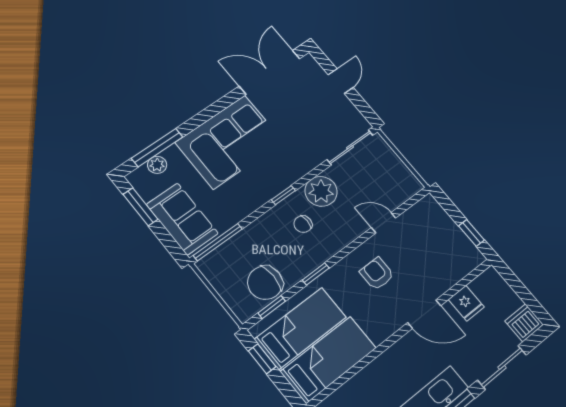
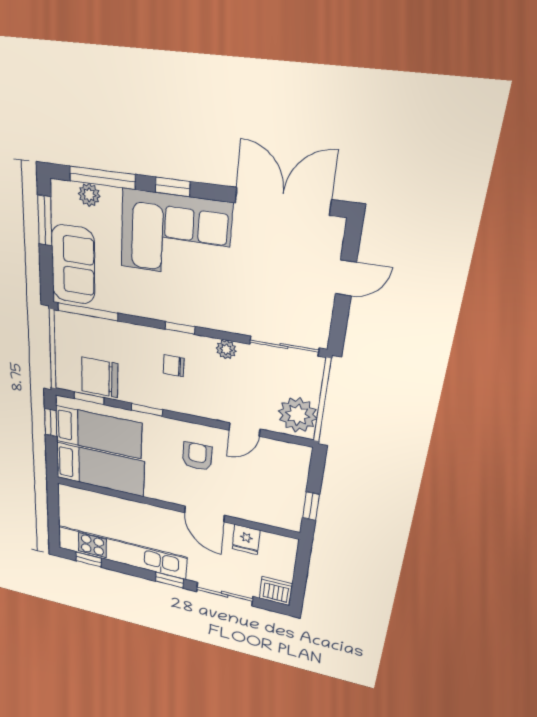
window: (204, 117) -> (173, 187), added
plant: (400, 181) -> (298, 415), added
plant: (321, 191) -> (226, 350), width x0.53, depth x0.53
door: (384, 223) -> (244, 430), swing flipped

